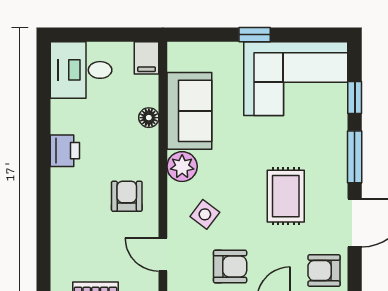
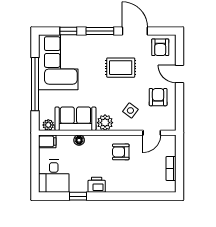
window: (255, 35) -> (35, 84), width x3.17
plant: (178, 60) -> (48, 125), added
window: (43, 116) -> (78, 196), added

